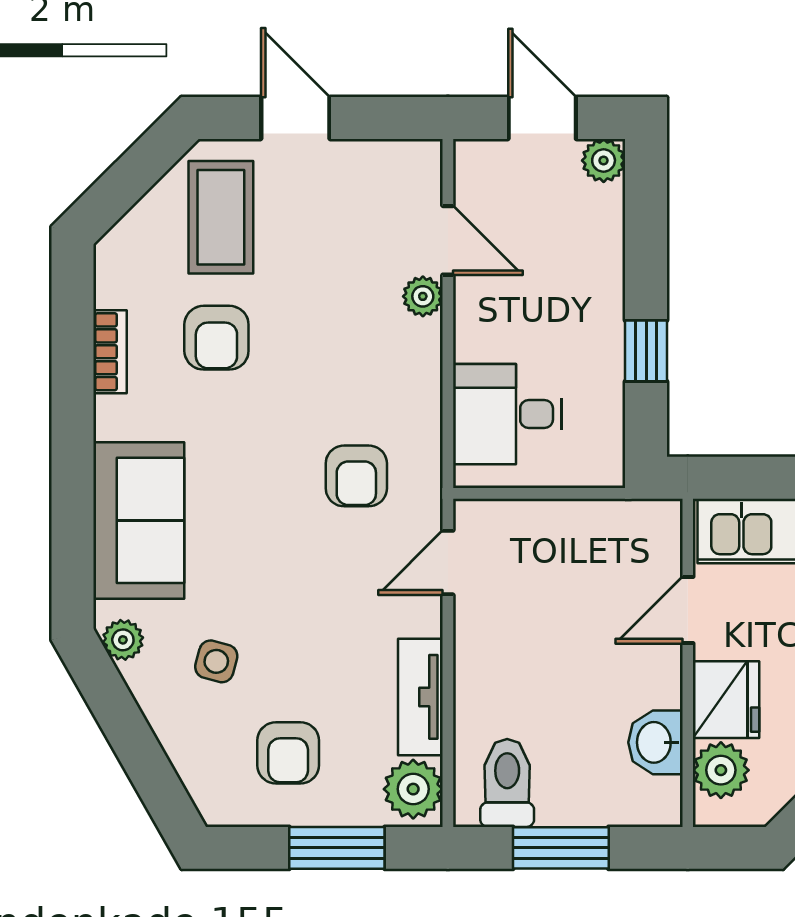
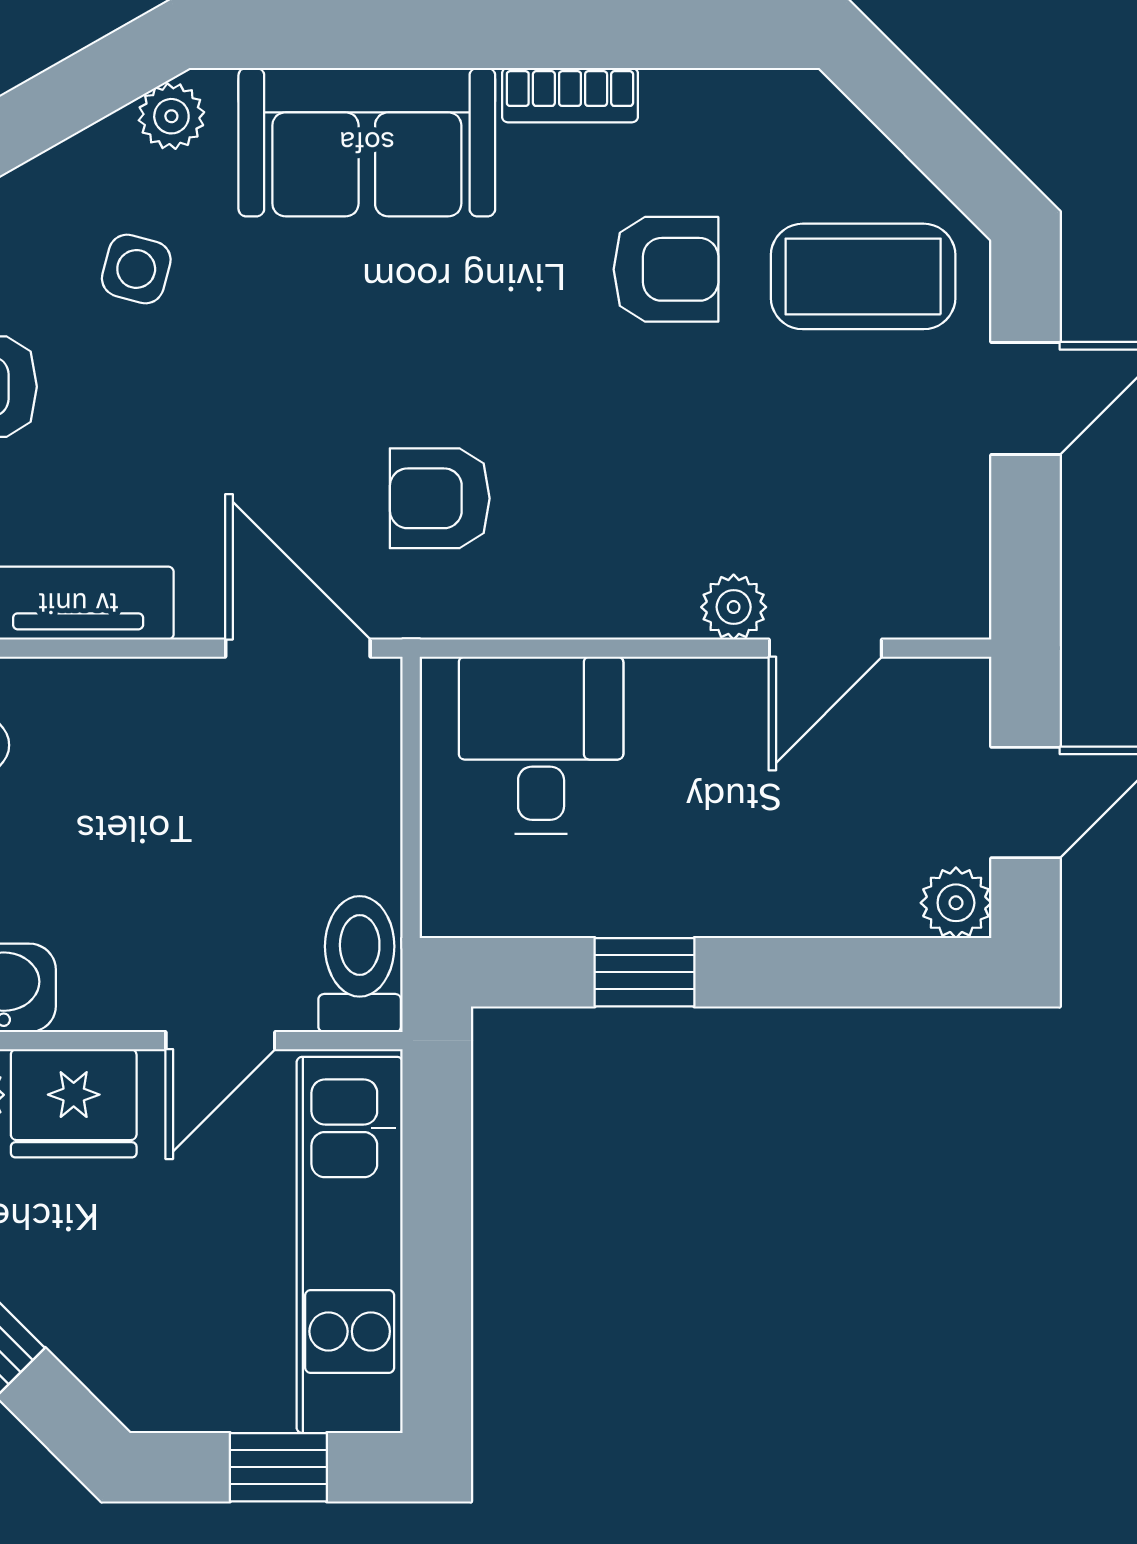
armchair: (216, 338) -> (666, 269), turned 180
bookcase: (110, 352) -> (570, 95), moved
toilet: (641, 525) -> (360, 964), added
door: (448, 563) -> (298, 648), width x1.37
door: (688, 610) -> (220, 1041), swing flipped

